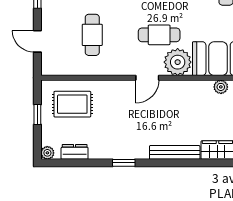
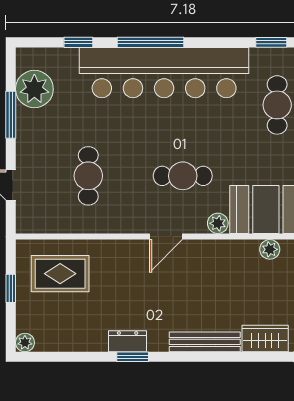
plant: (178, 62) -> (218, 223), width x0.53, depth x0.53
dresser: (75, 152) -> (128, 341), moved

